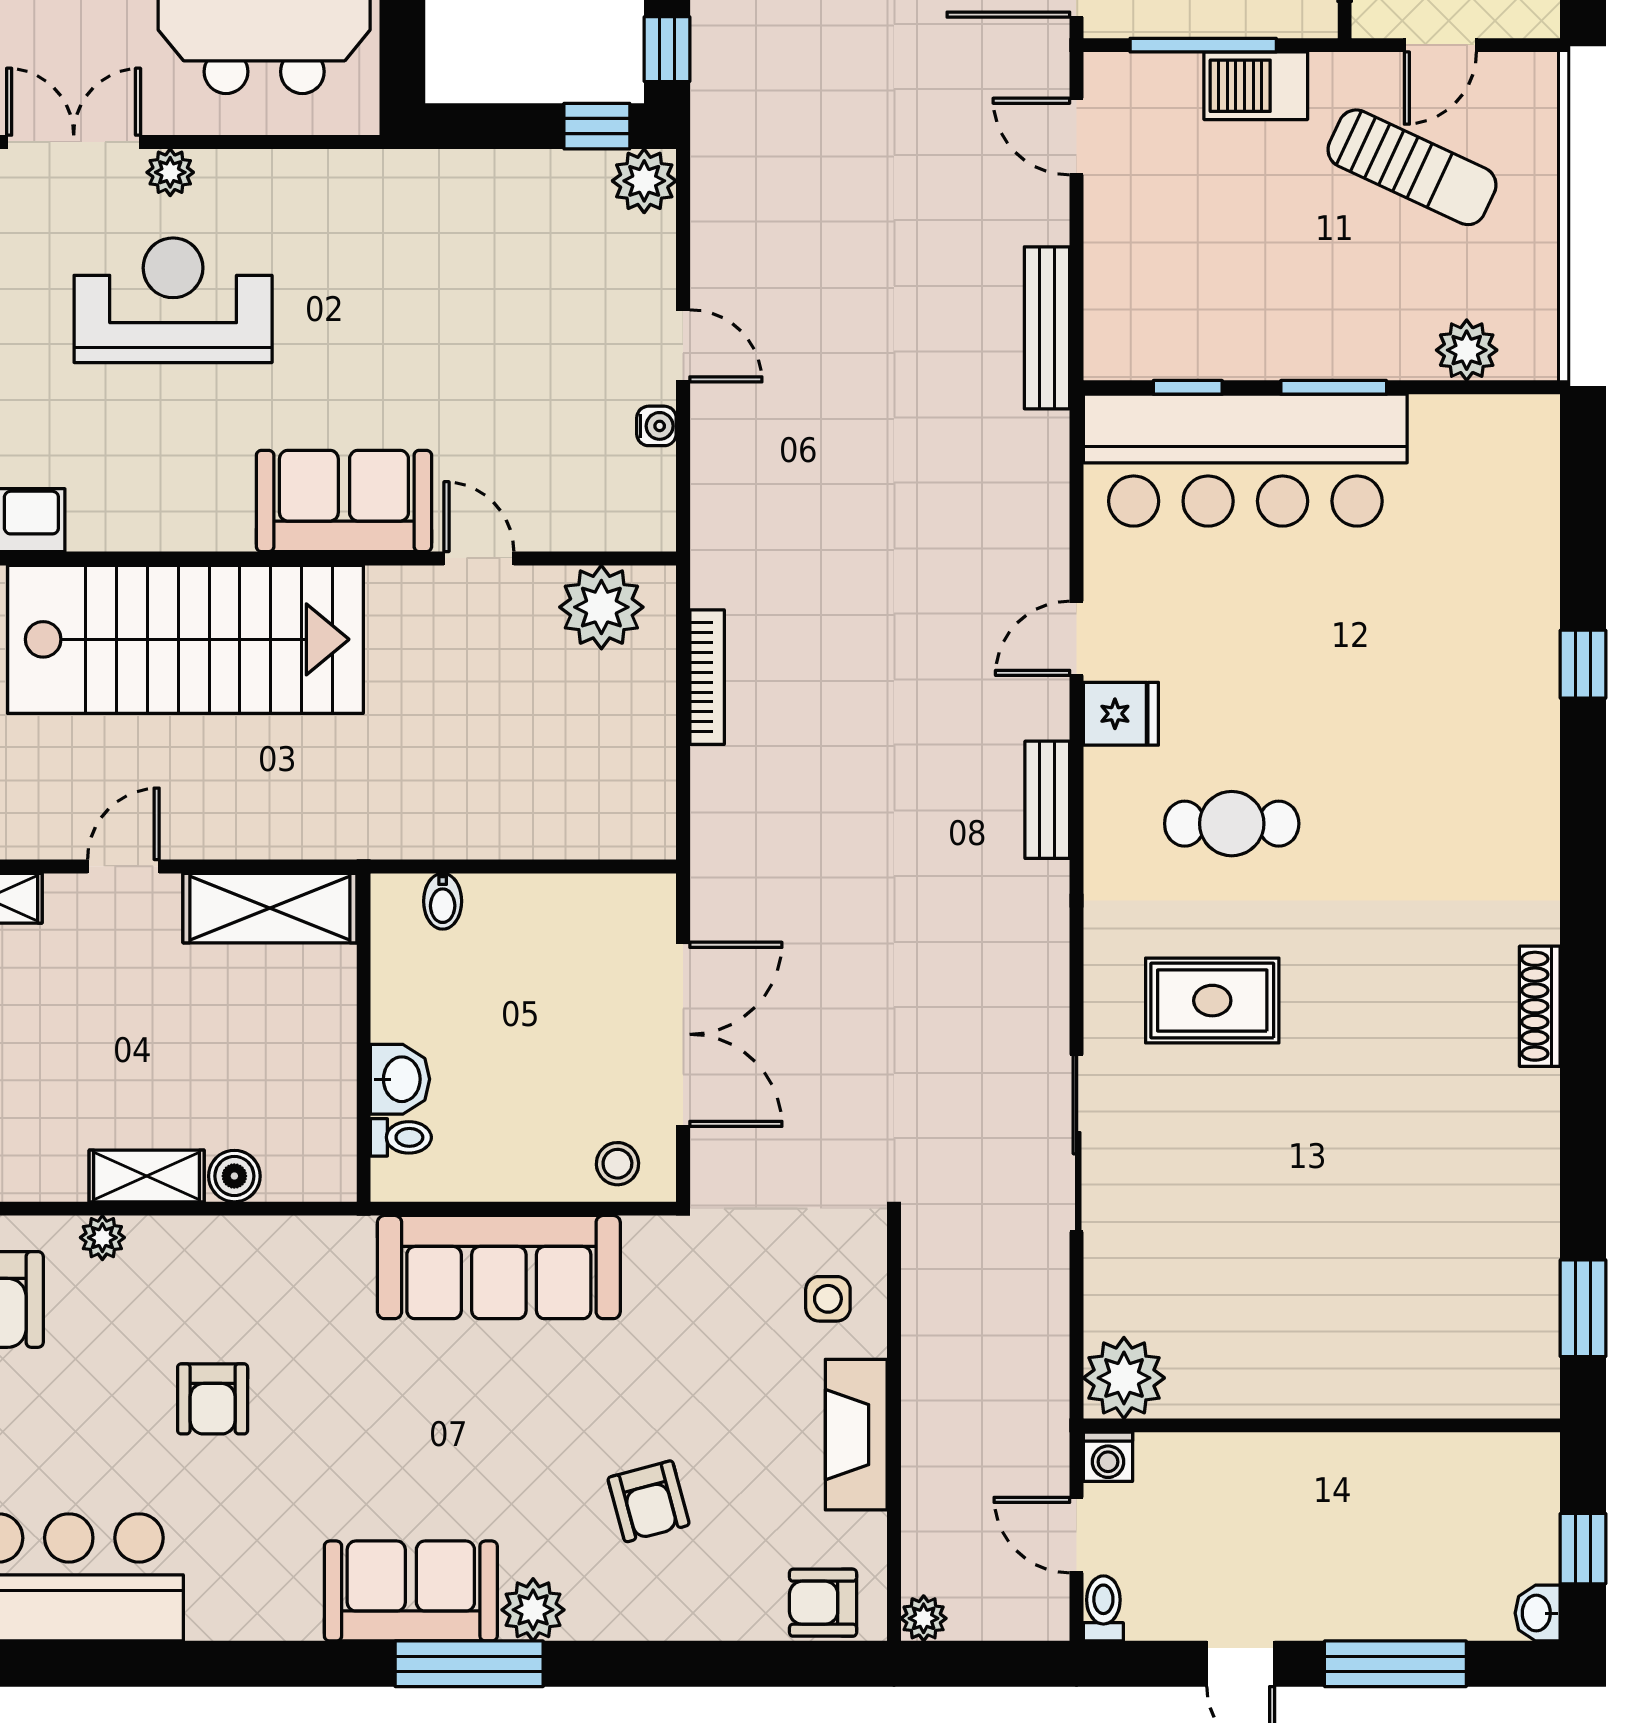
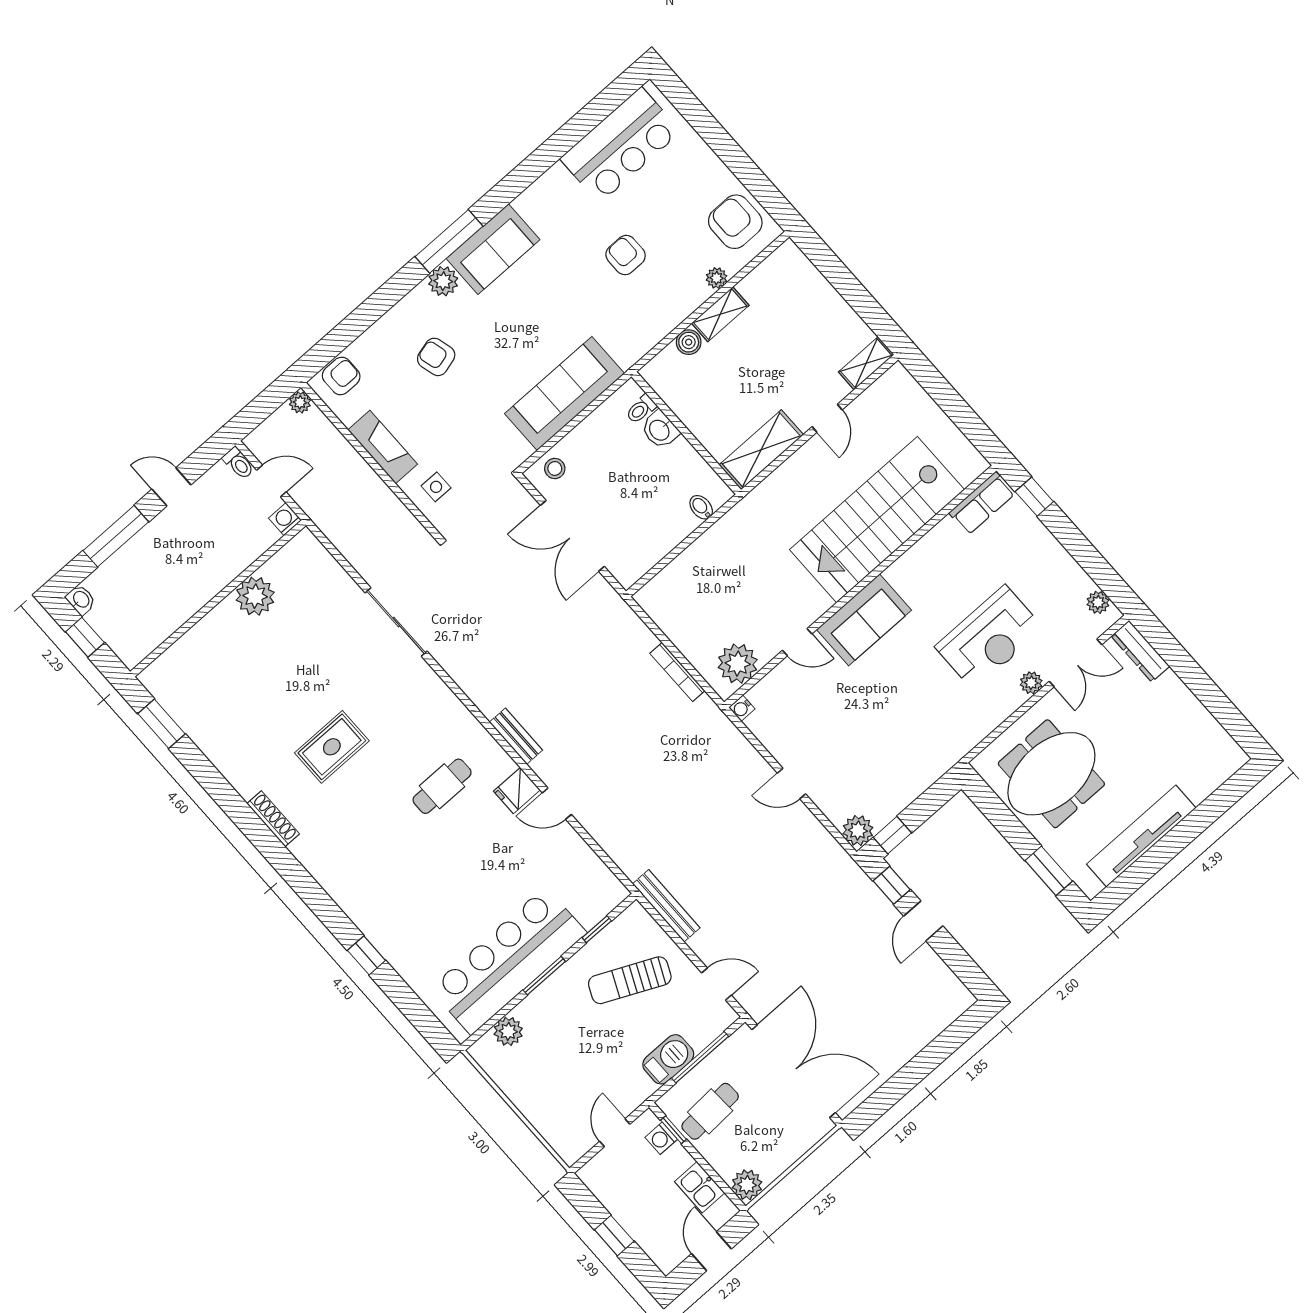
sun lounger: (1412, 167) -> (630, 980), moved
water cooler: (656, 426) -> (742, 708), moved
bar counter: (1245, 460) -> (508, 961), moved
door: (1077, 638) -> (557, 804), swing flipped
rug: (1212, 1001) -> (332, 747), moved
plant: (1124, 1378) -> (255, 596), moved

